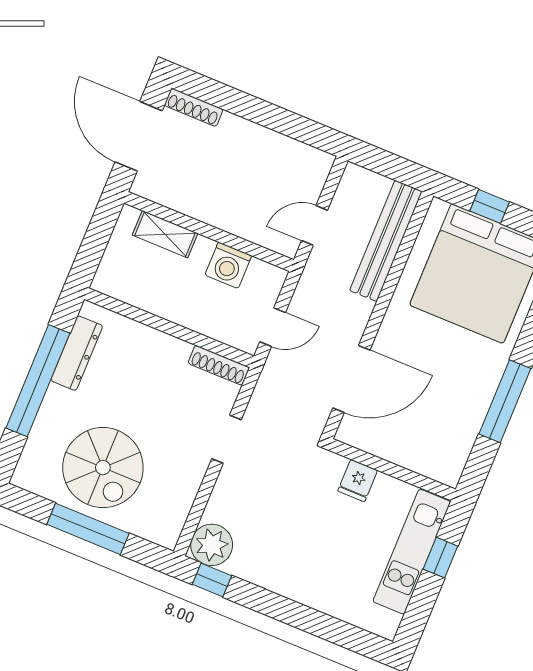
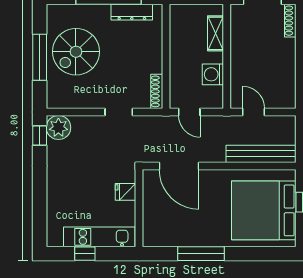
window: (440, 558) -> (85, 254), moved

